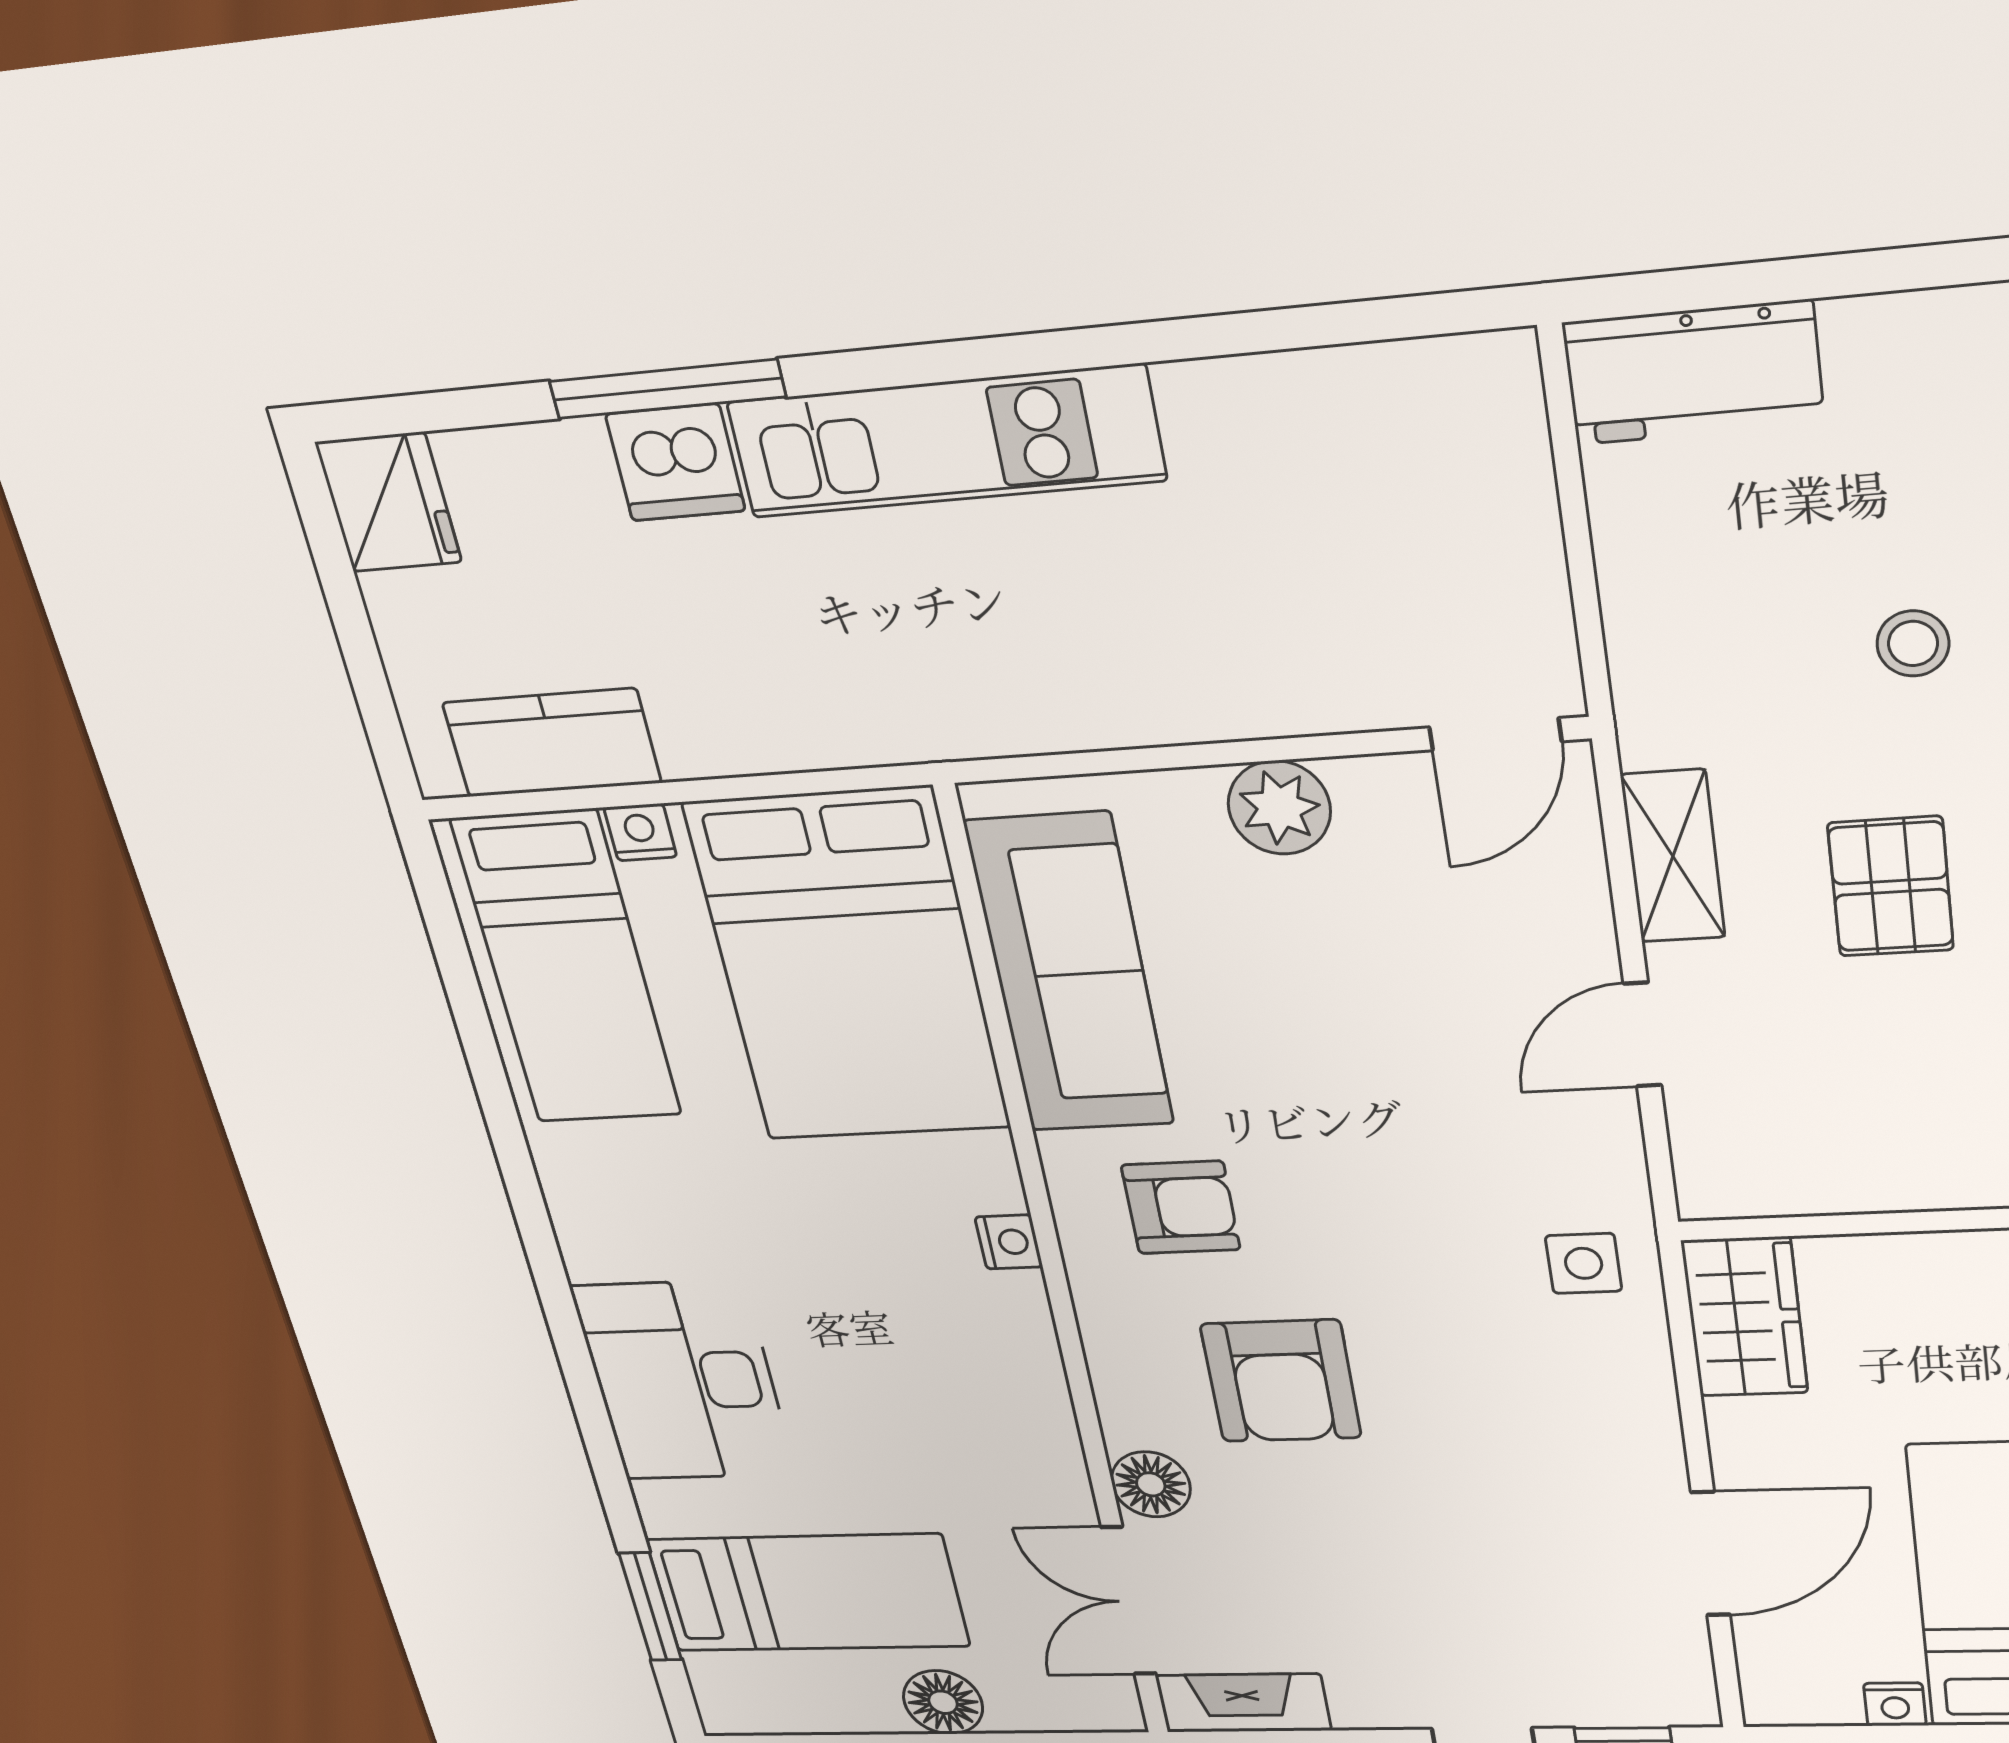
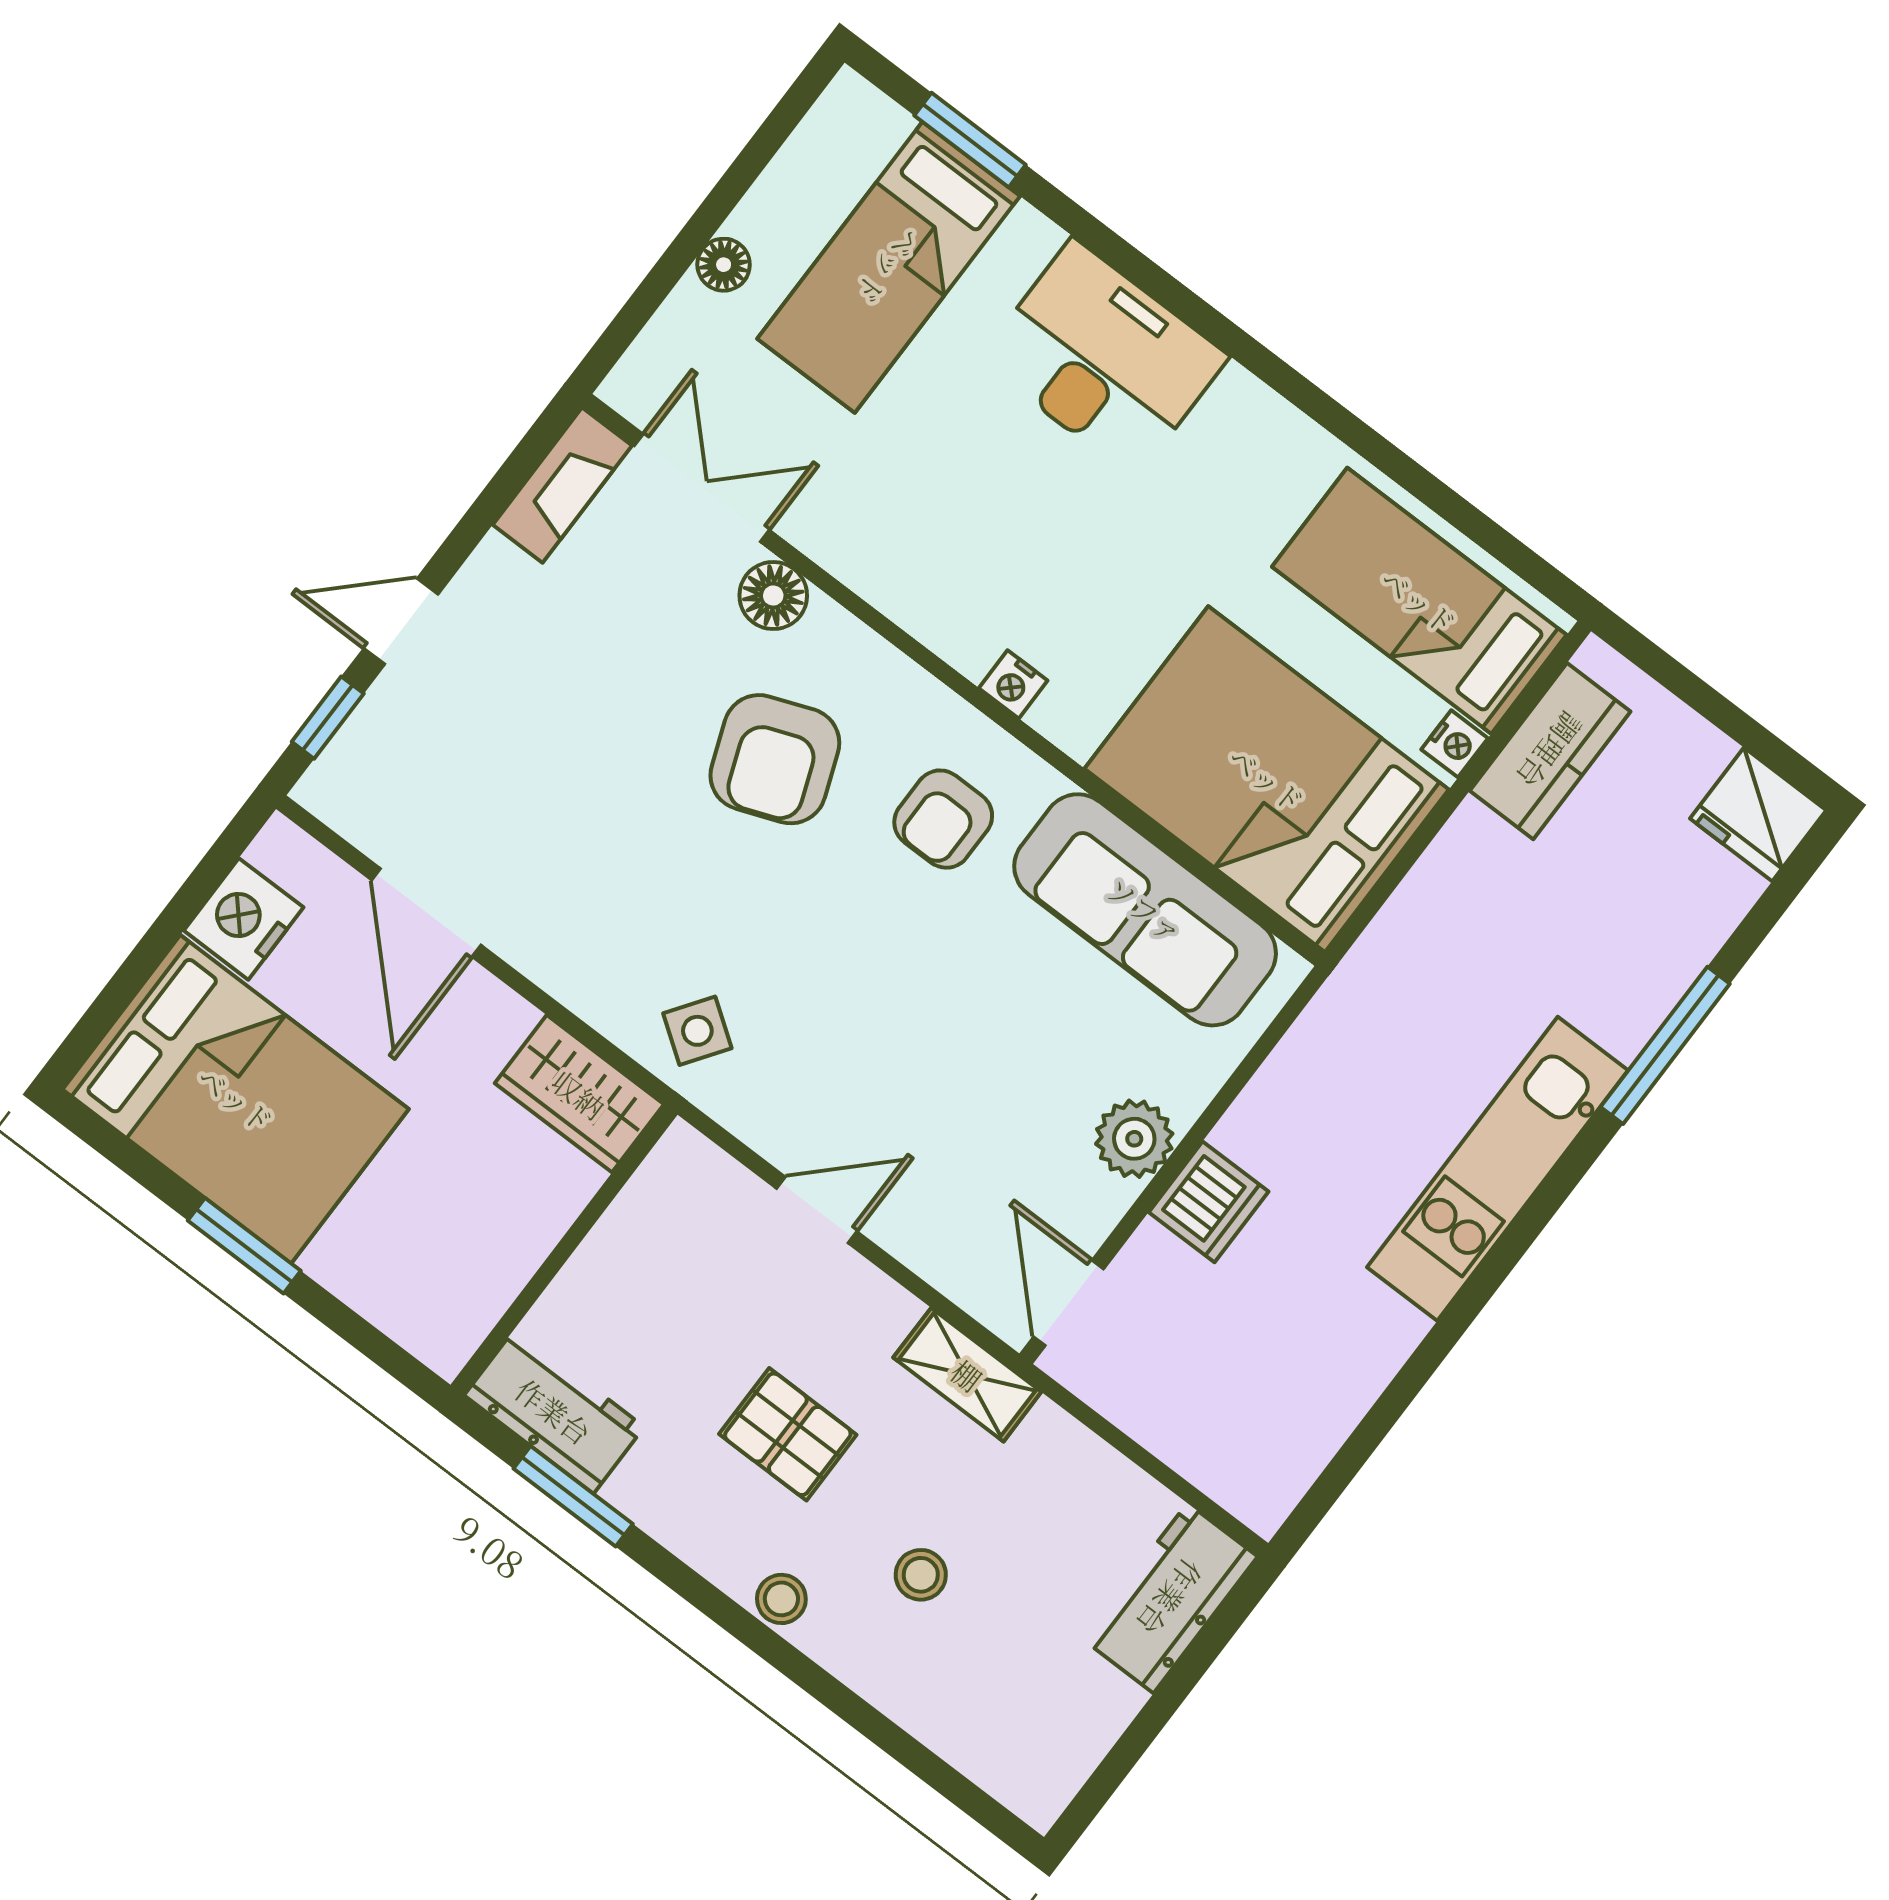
dishwasher: (675, 463) -> (1209, 1202), moved, turned 180
shelving: (1673, 856) -> (967, 1375), moved
door: (1643, 1035) -> (817, 1210), hinge flipped
side table: (1584, 1263) -> (697, 1031), turned 35
armchair: (1281, 1381) -> (775, 759), turned -111
floor lamp: (943, 1702) -> (724, 265), width x0.73, depth x0.73
nightstand: (1895, 1704) -> (244, 919), width x1.89, depth x1.79

